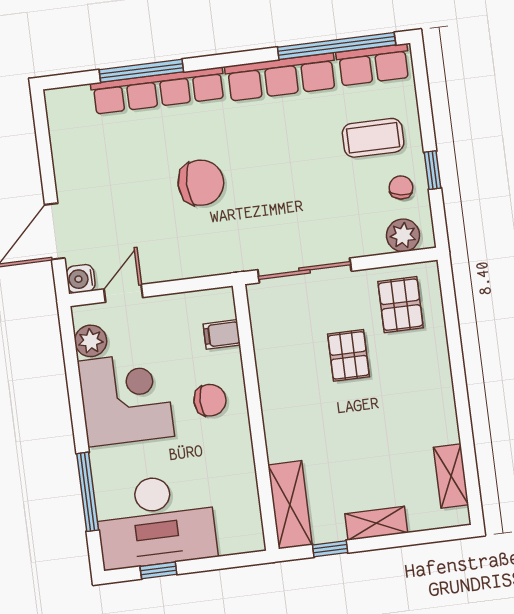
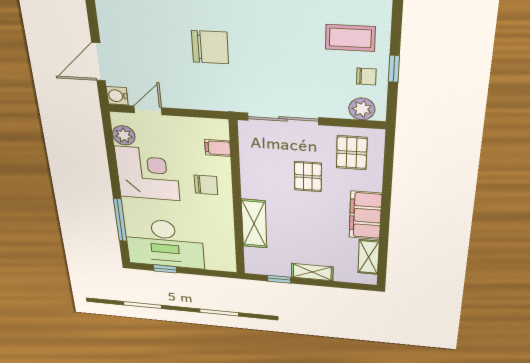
chair: (401, 187) -> (366, 76), turned 80
filing cabinet: (435, 404) -> (365, 216), added
shelving: (290, 505) -> (254, 224), moved

